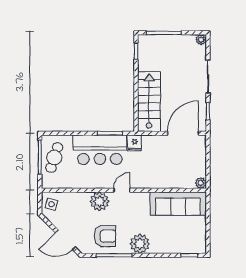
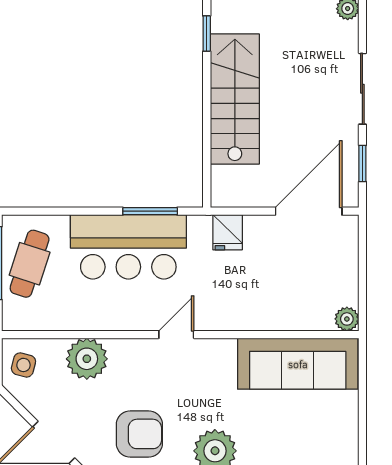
stairs: (149, 102) -> (235, 99), moved
fridge: (134, 143) -> (228, 232), moved
plant: (99, 201) -> (87, 359), moved

